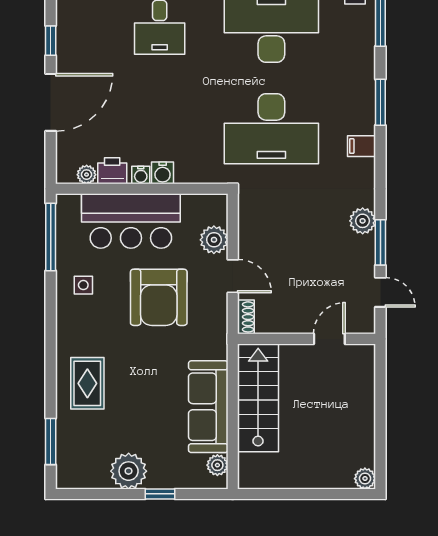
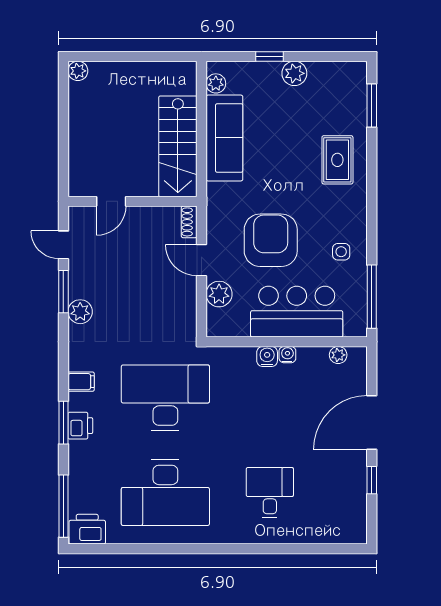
printer: (112, 171) -> (80, 426), moved, turned -90
plant: (129, 471) -> (294, 73), width x0.73, depth x0.73

